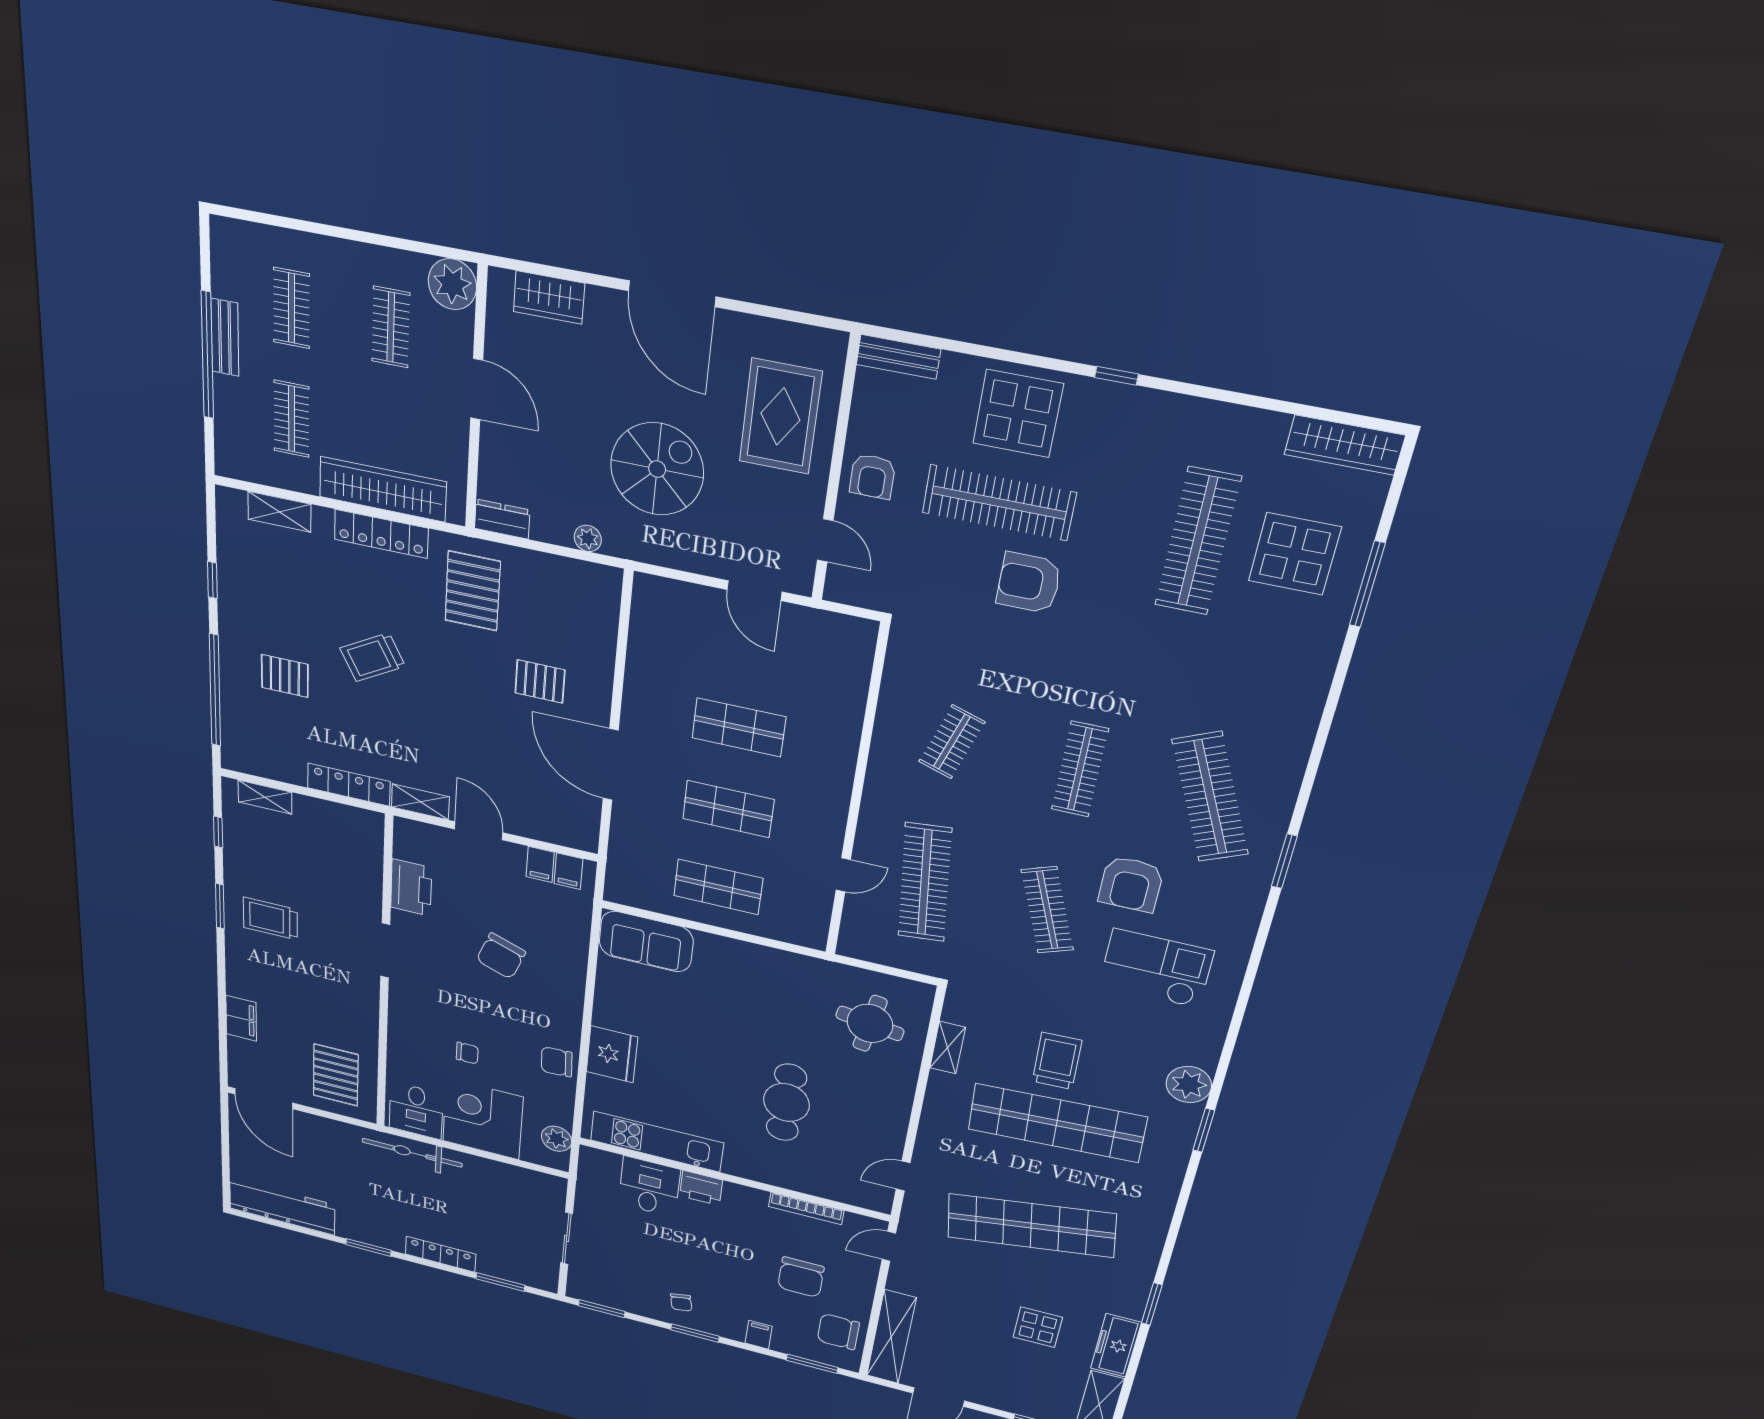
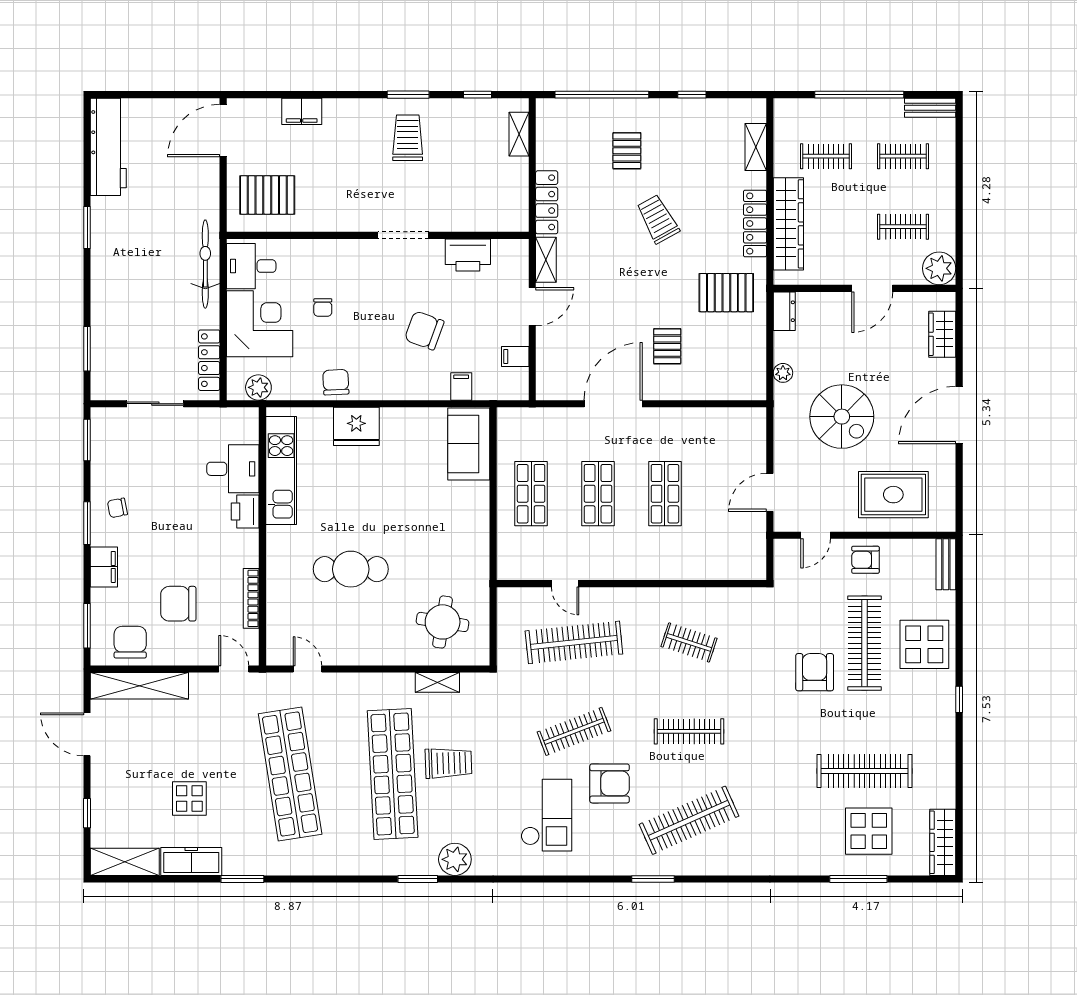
bench: (225, 337) -> (930, 108), moved
filing cabinet: (568, 871) -> (461, 386), moved, turned 90
armchair: (1131, 884) -> (610, 783), turned 180
locker: (441, 1254) -> (209, 360), moved, turned 180
filing cabinet: (759, 1335) -> (104, 567), width x2.00

